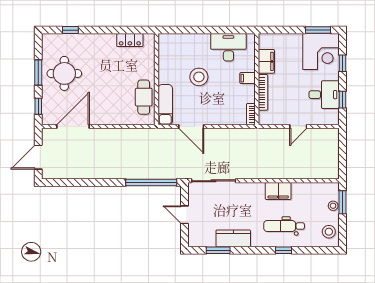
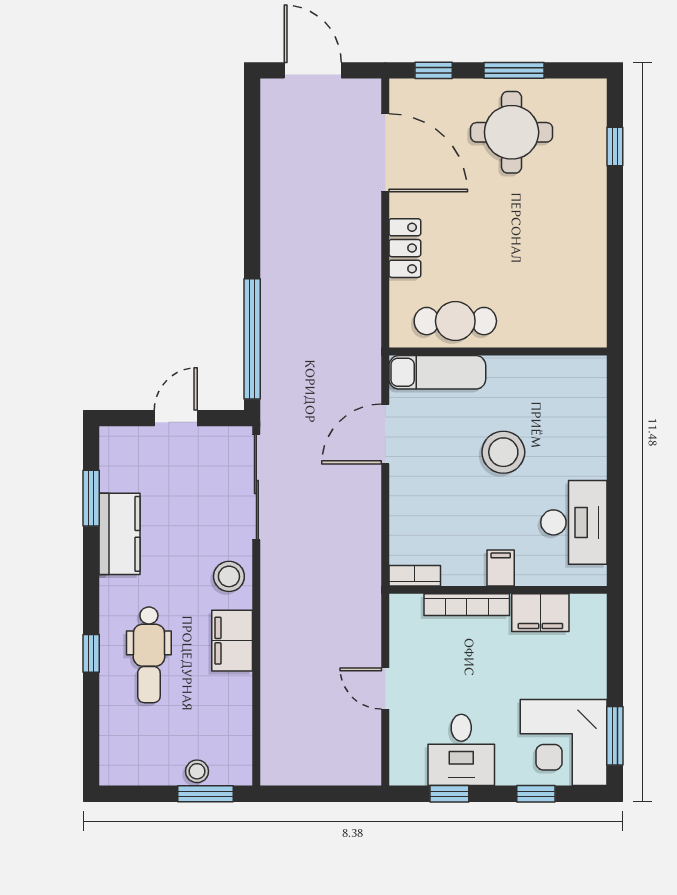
locker: (130, 40) -> (405, 248), moved, turned 180
dental chair: (284, 226) -> (149, 655), turned 180
stool: (329, 232) -> (229, 576), moved

